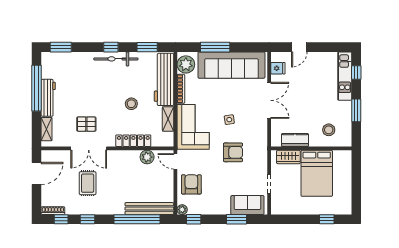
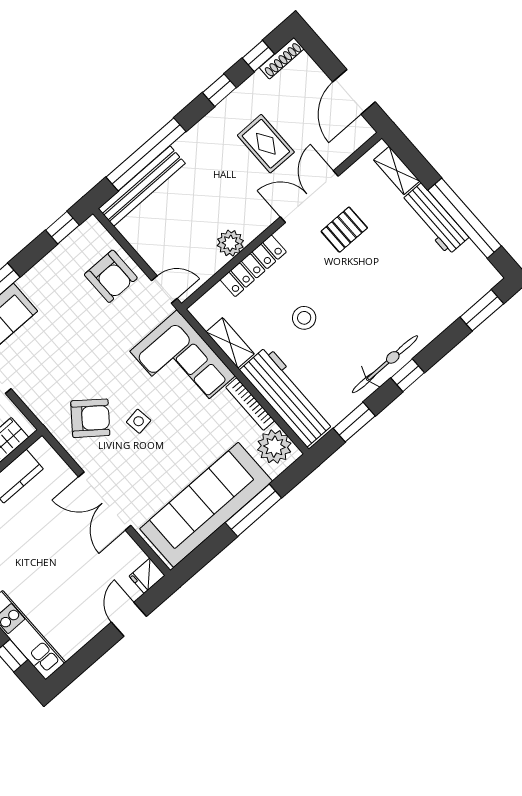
fridge: (278, 68) -> (147, 576), moved
armchair: (233, 152) -> (90, 418), moved, turned -142
plant: (147, 157) -> (230, 243), moved
plant: (182, 210) -> (92, 227), removed

